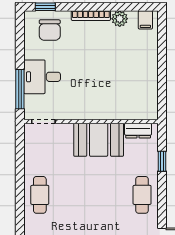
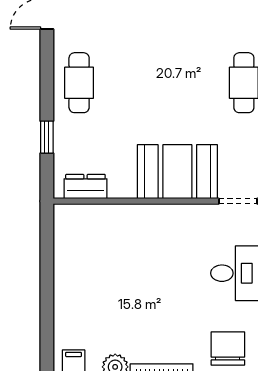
booth: (99, 140) -> (177, 172), moved

